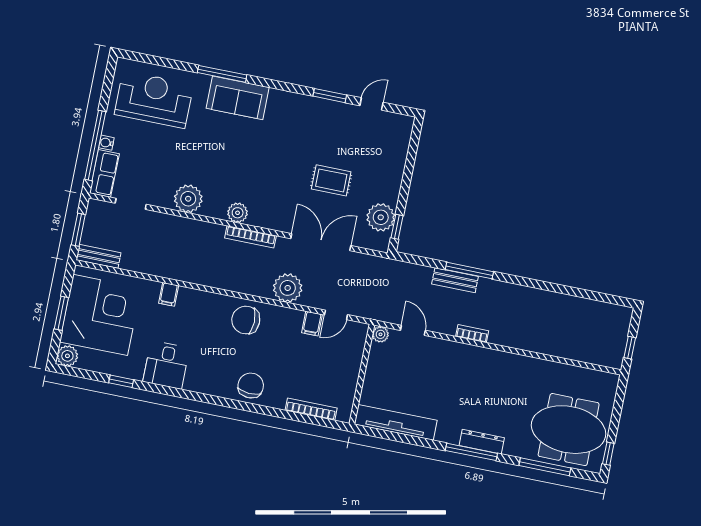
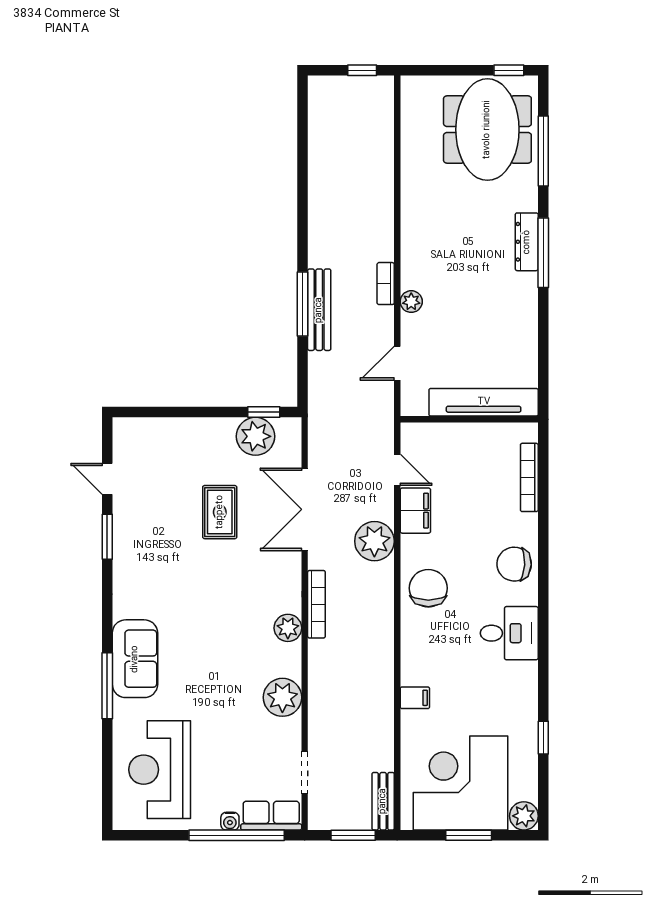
bench: (455, 280) -> (319, 310), width x1.36
chair: (246, 320) -> (428, 588), turned 180
filing cabinet: (312, 324) -> (415, 511), width x2.00
plant: (380, 334) -> (411, 302), moved
desk: (166, 365) -> (509, 633), moved
tv unit: (396, 422) -> (484, 402), moved, turned 90

